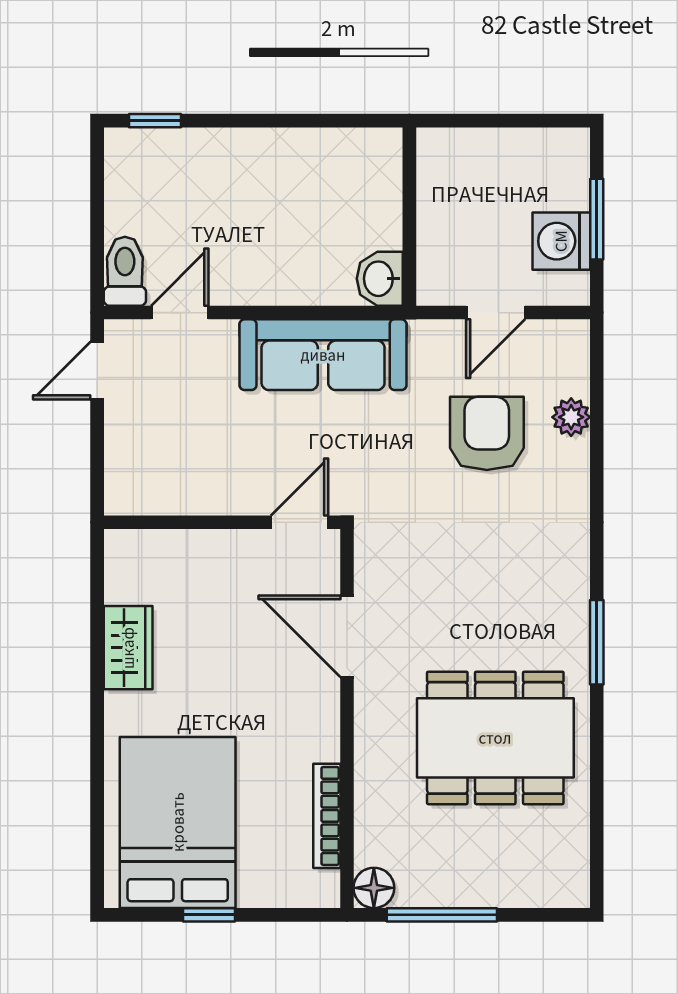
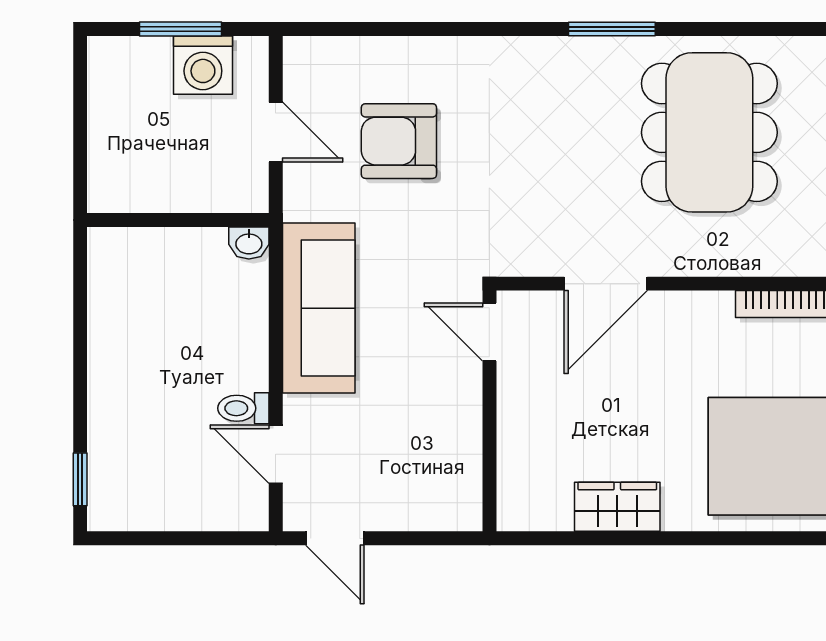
toilet: (125, 271) -> (243, 408), moved, width x0.73, depth x0.72
washbasin: (380, 279) -> (249, 243), width x0.72, depth x0.69
plant: (571, 417) -> (382, 55), removed

